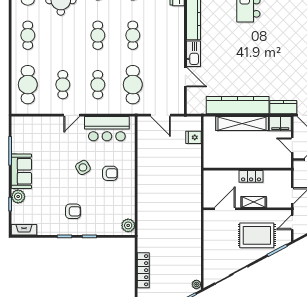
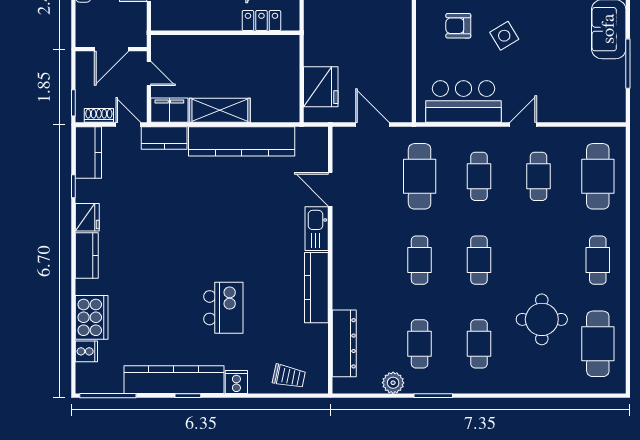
shelving: (242, 123) -> (220, 110), width x0.68
fridge: (194, 137) -> (321, 87), width x1.88, depth x1.34
locker: (251, 176) -> (261, 21), moved

